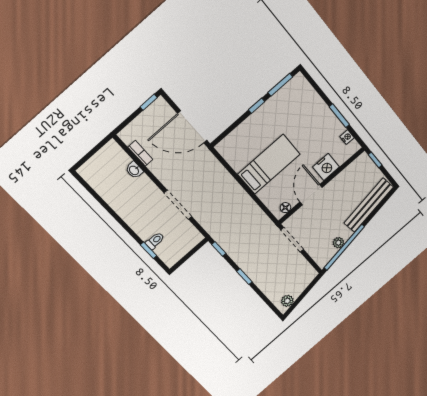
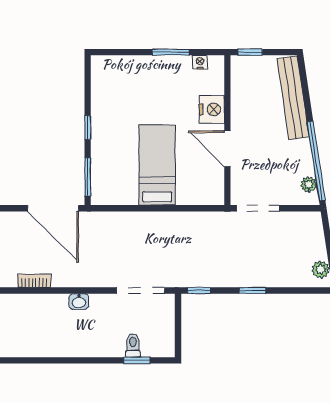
window: (280, 85) -> (88, 177), moved
door: (192, 127) -> (53, 208), hinge flipped
washbasin: (134, 170) -> (79, 302), moved
doorway: (178, 205) -> (141, 290), moved
floor lamp: (285, 208) -> (217, 186), removed
plant: (338, 243) -> (309, 184), moved

